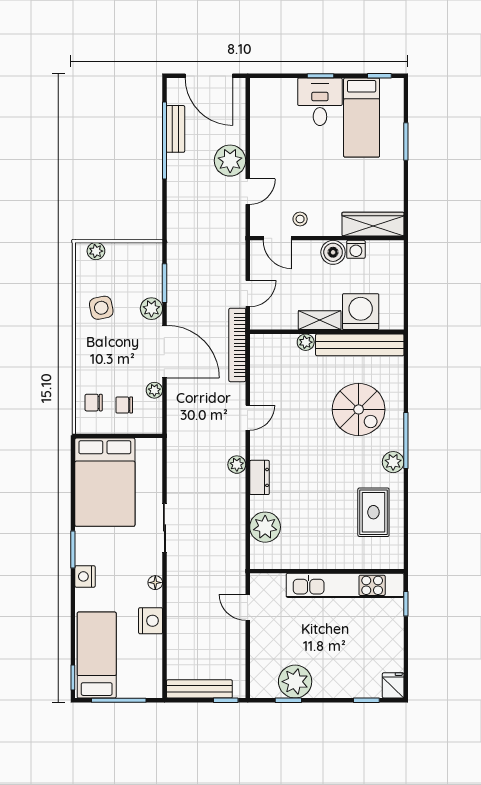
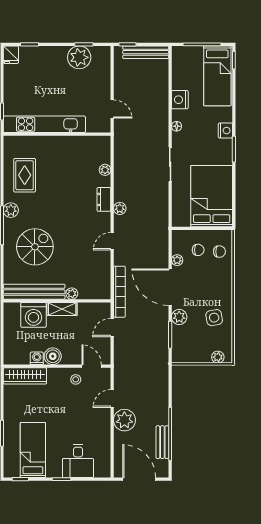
desk: (320, 102) -> (78, 461), moved
spiral stairs: (359, 409) -> (35, 247), turned 90
plant: (265, 527) -> (105, 170), width x0.53, depth x0.53

